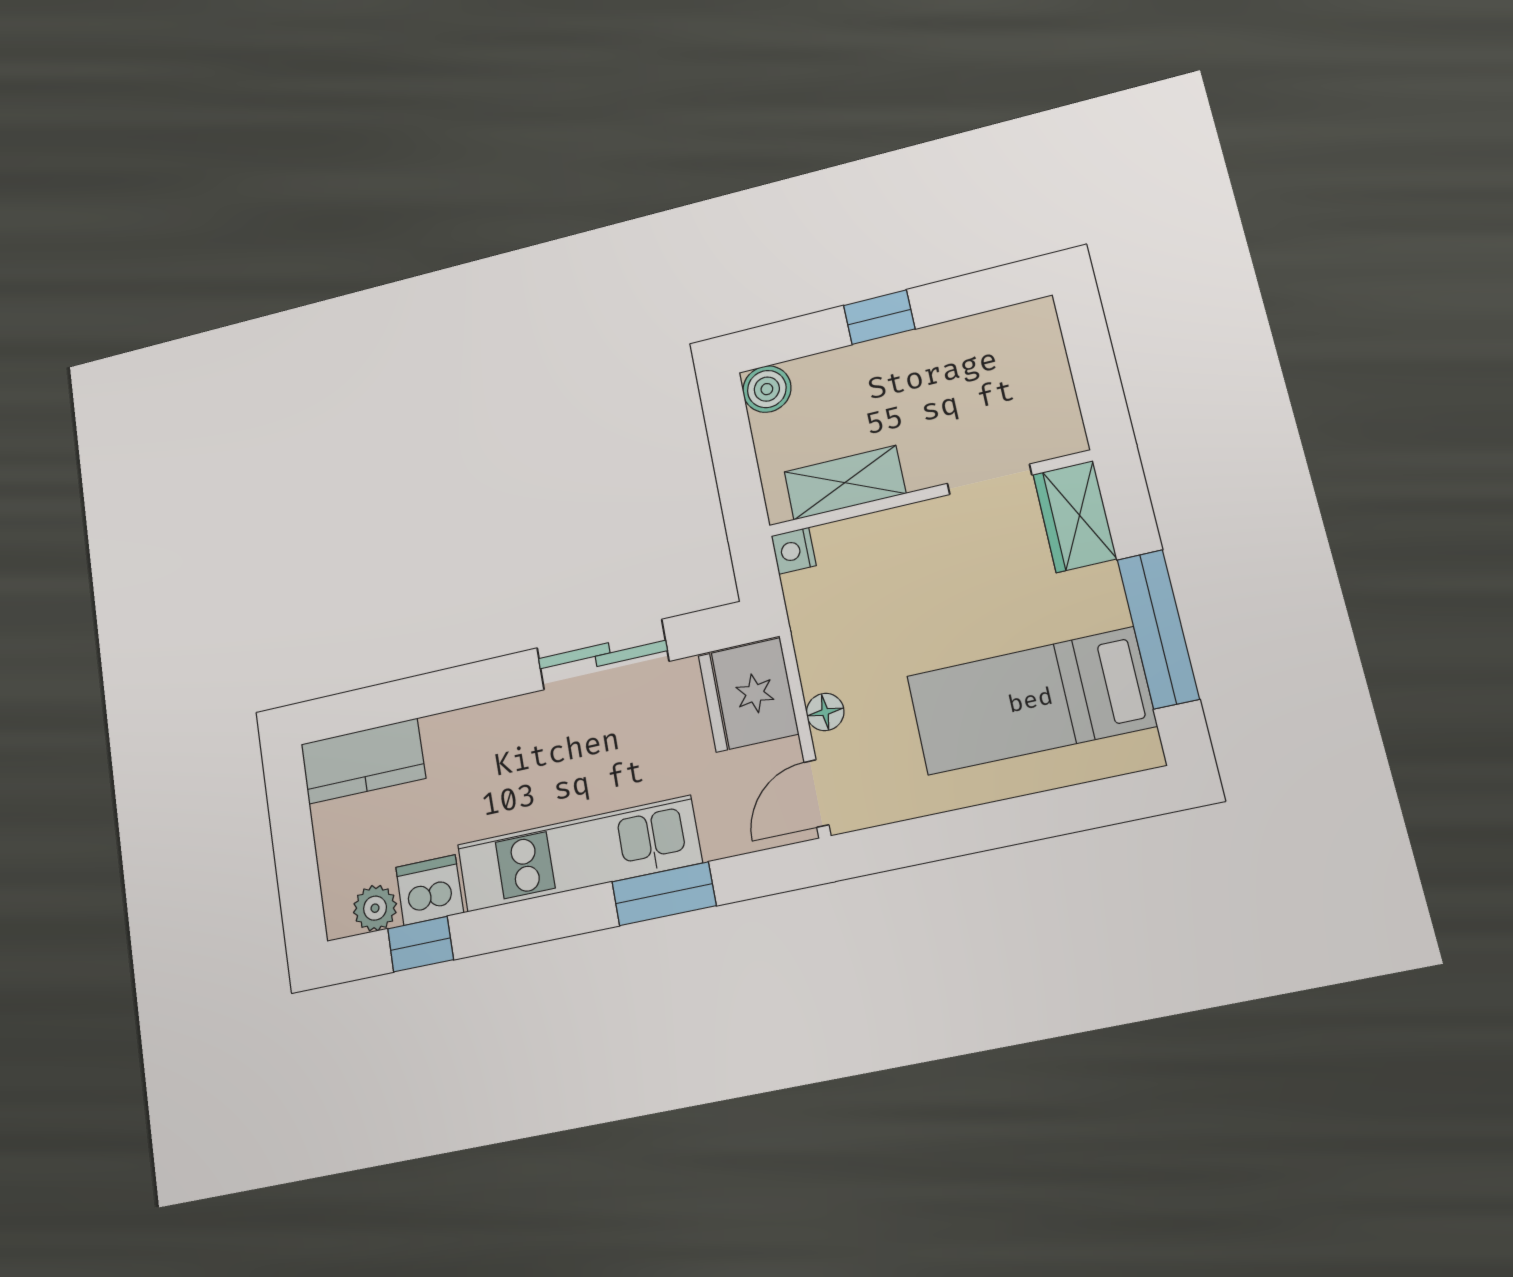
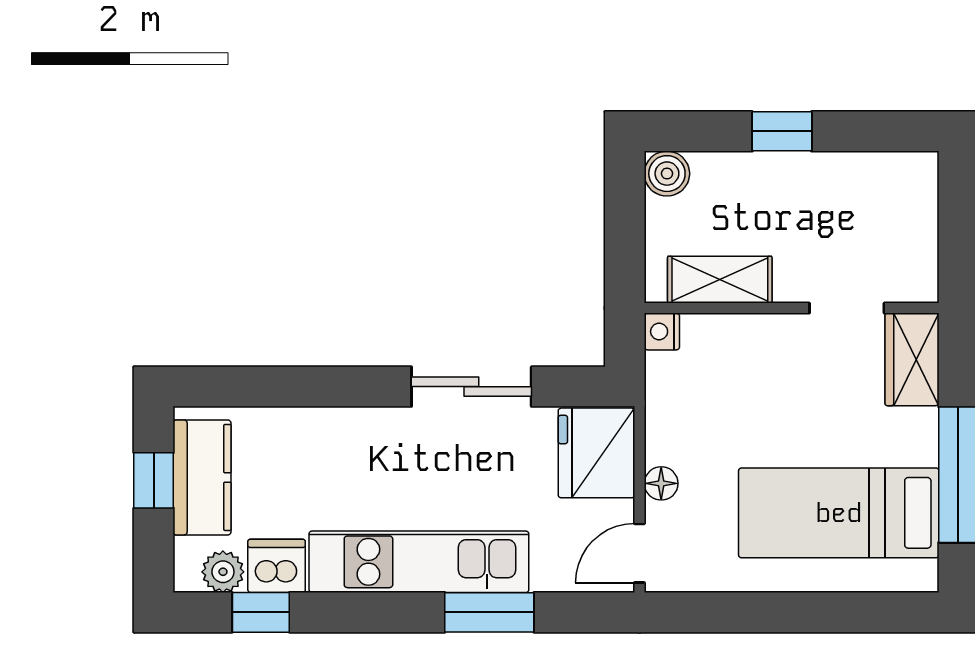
kitchen counter: (363, 761) -> (202, 477), moved, turned -90
window: (291, 826) -> (154, 480), added

